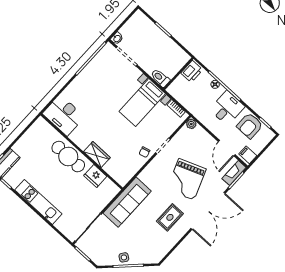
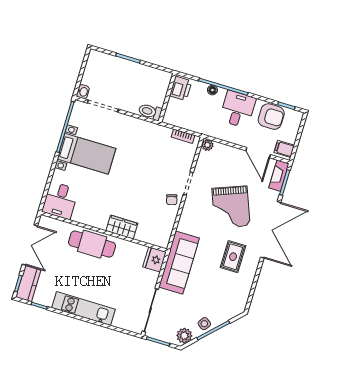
bed with nightstands: (142, 102) -> (86, 154), moved, turned -90
desk: (64, 115) -> (60, 200), width x0.73
armchair: (250, 126) -> (271, 117), turned -90
double door: (21, 135) -> (30, 245), added
fridge: (95, 176) -> (154, 259), moved, turned 90
plant: (104, 259) -> (184, 336), added

